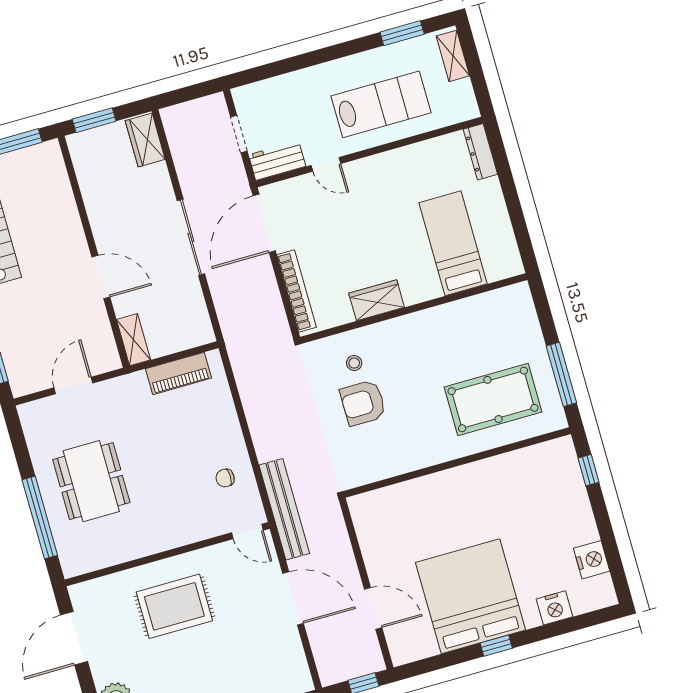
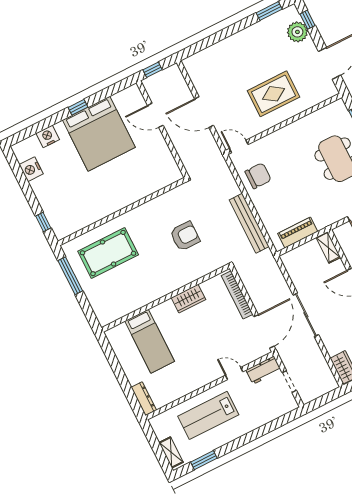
stool: (354, 363) -> (195, 259), removed
chair: (225, 478) -> (258, 176), width x1.87, depth x1.87
bench: (284, 509) -> (249, 223), moved

